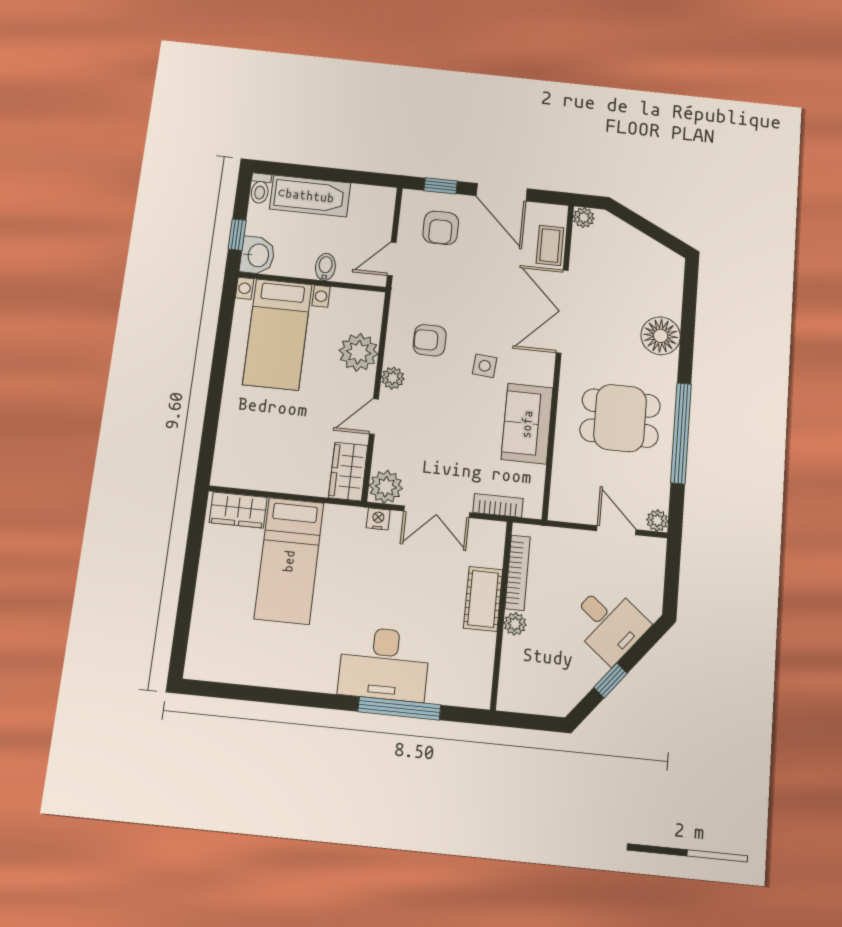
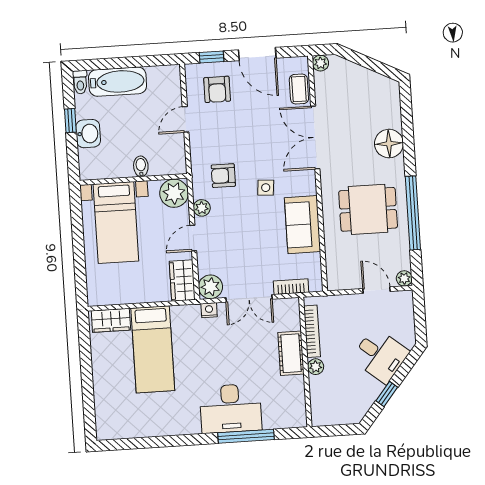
bidet: (325, 267) -> (141, 166), moved
wall: (312, 282) -> (133, 179), moved
bed with nightstands: (277, 334) -> (116, 223), moved

